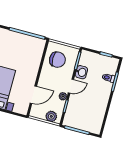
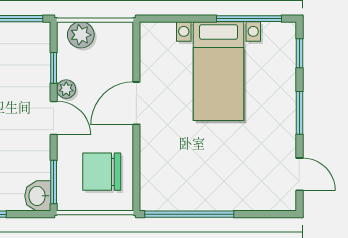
washbasin: (81, 72) -> (38, 196), moved
door: (71, 86) -> (54, 118), swing flipped
door: (33, 95) -> (136, 103), moved

